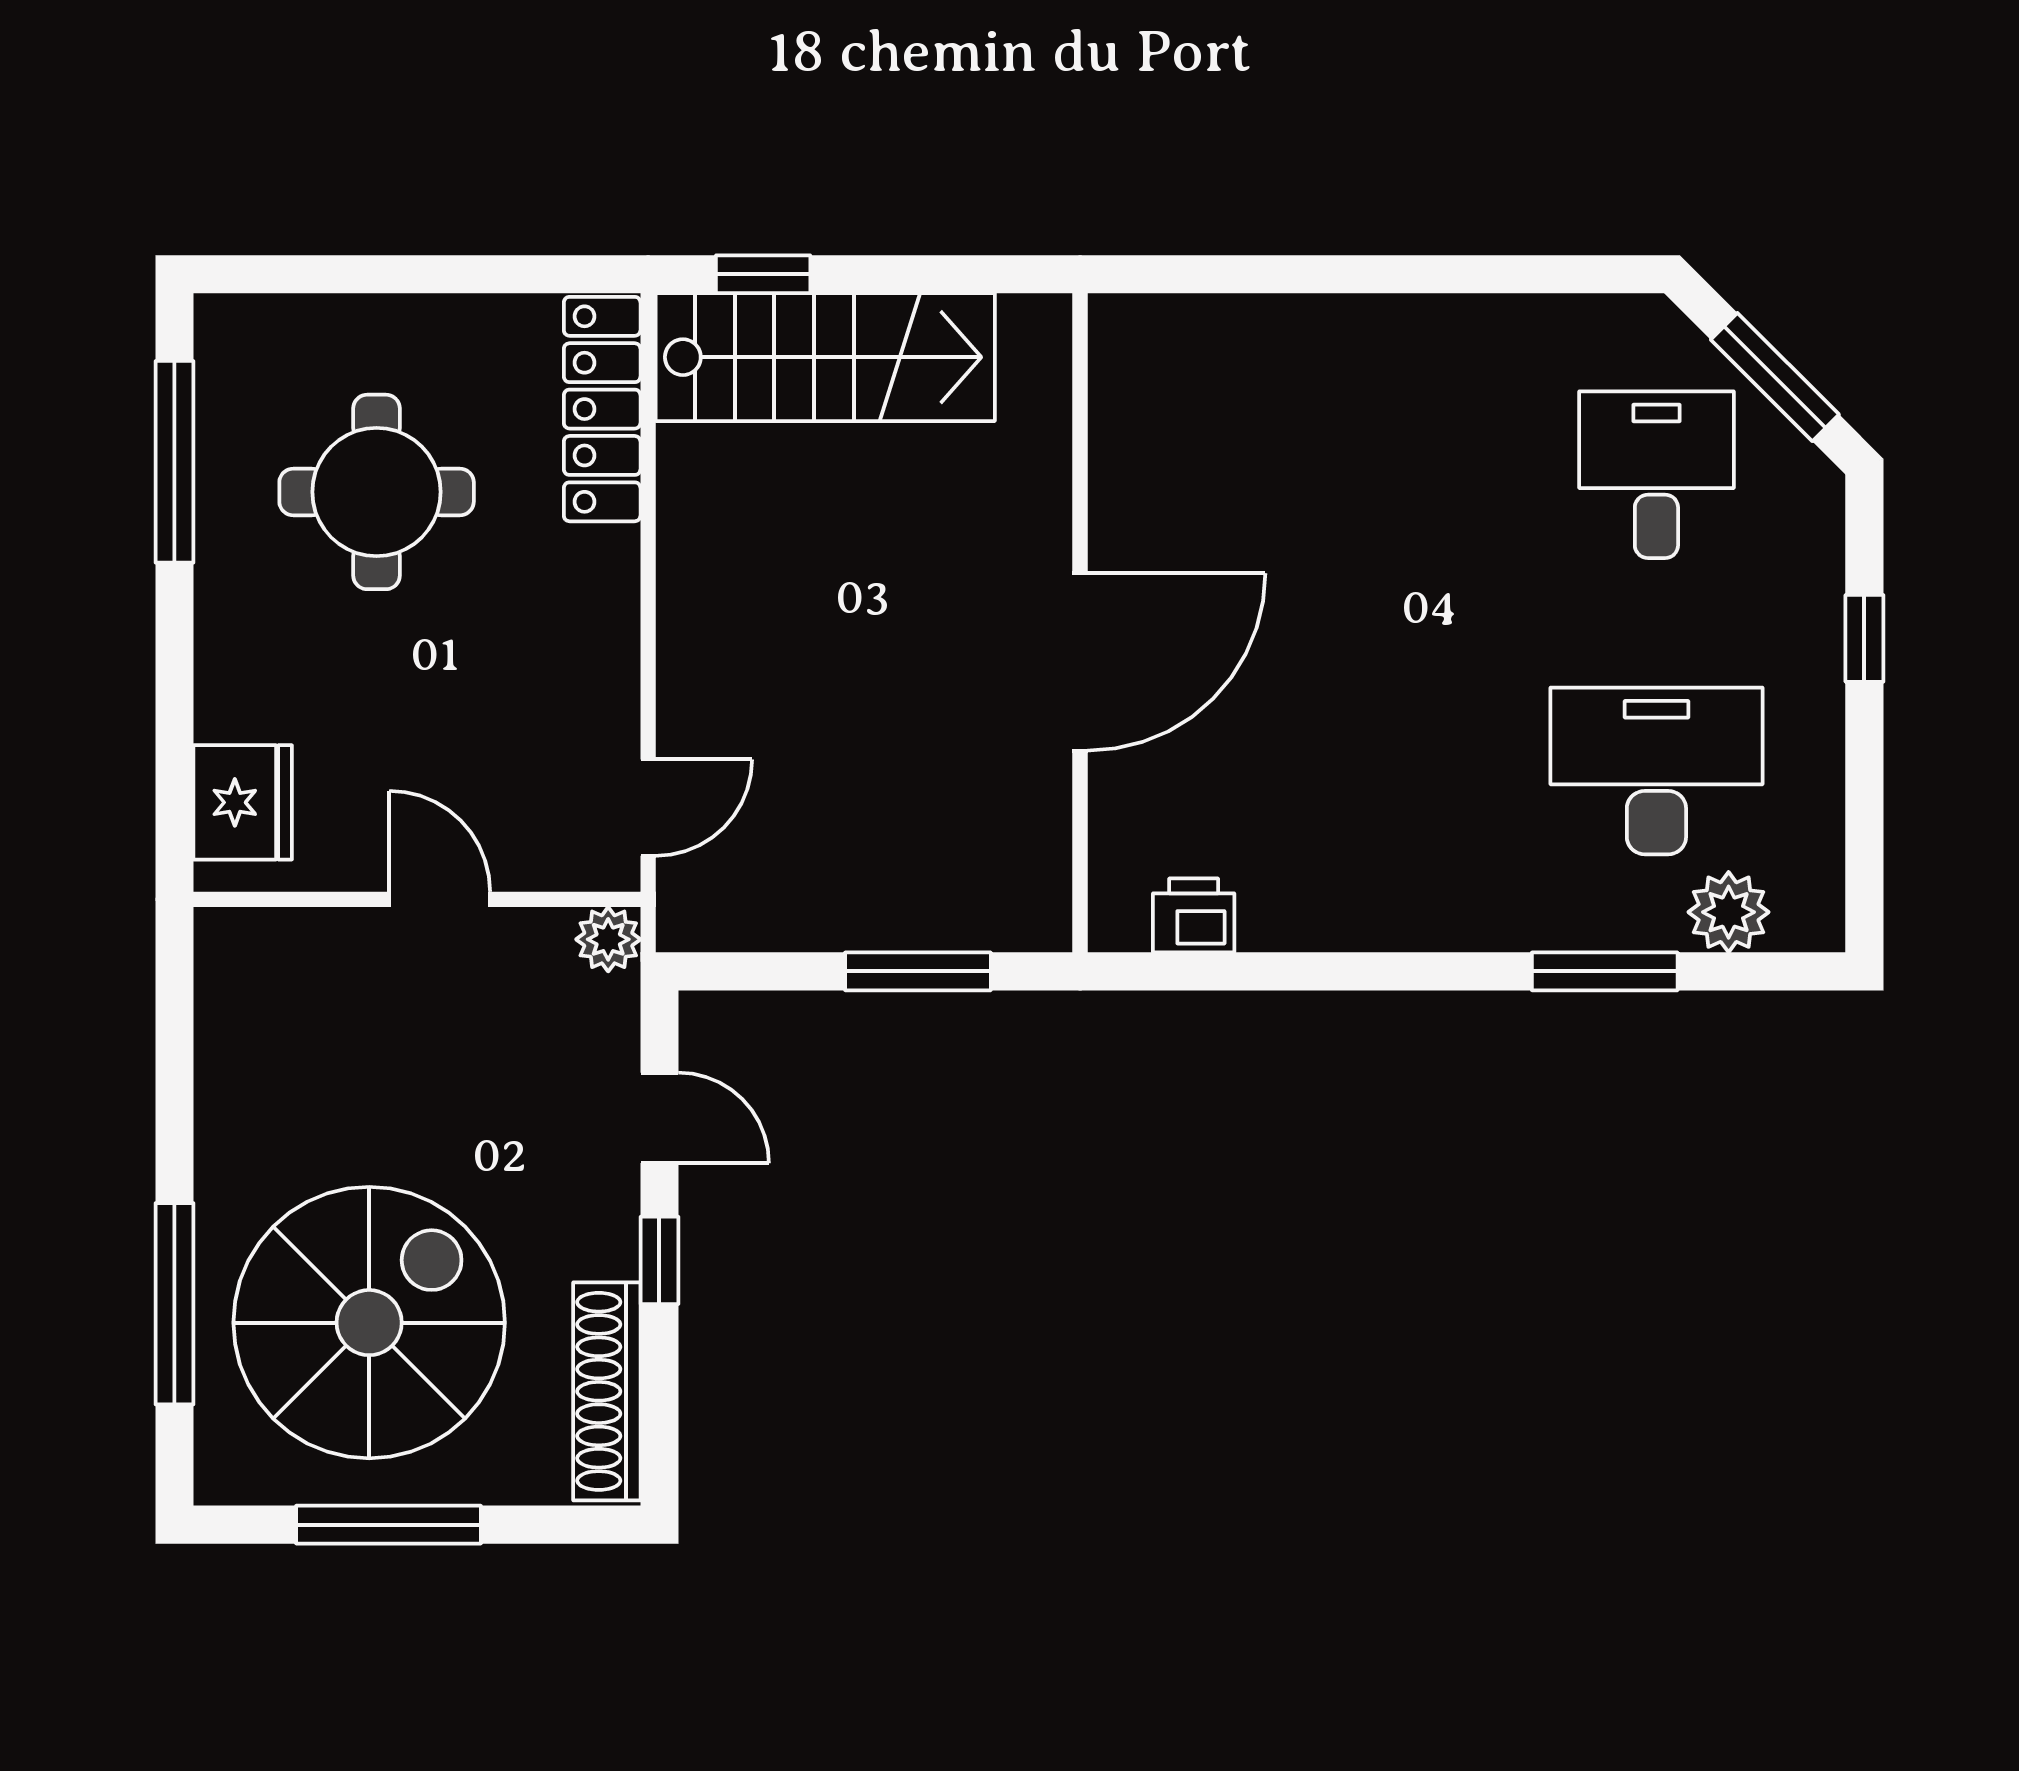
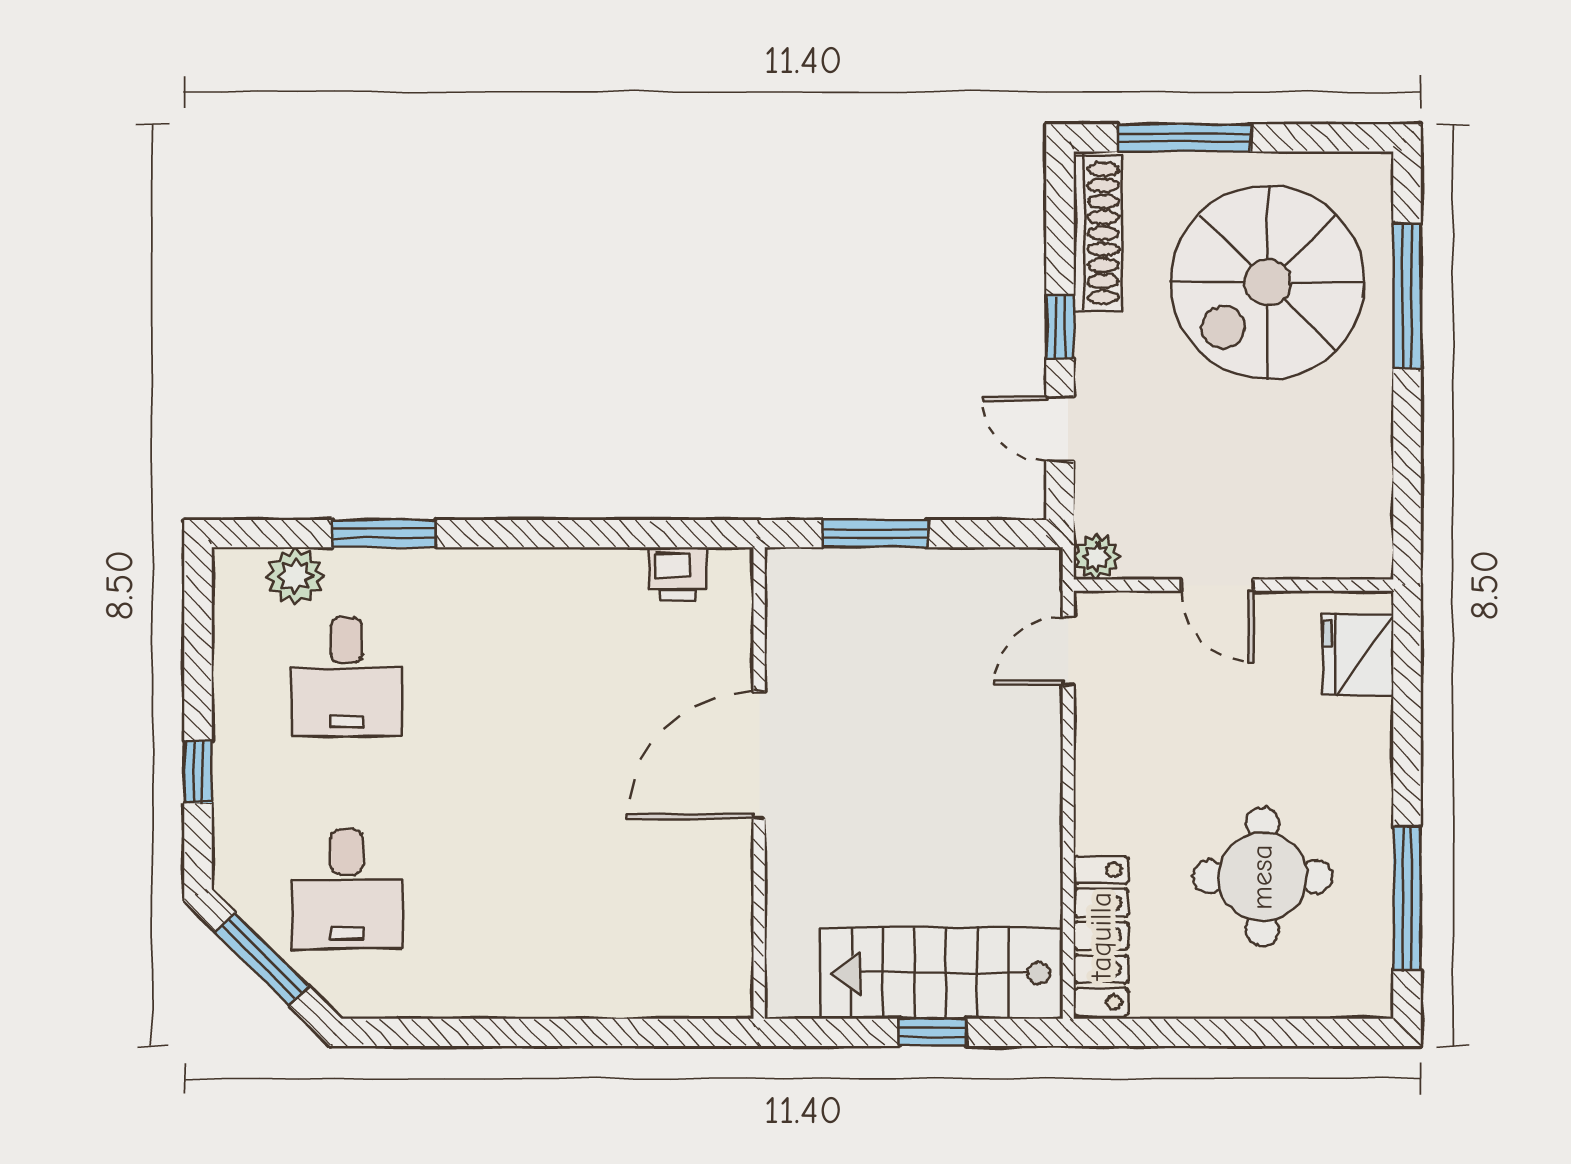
window: (763, 274) -> (933, 1032), moved
desk: (1656, 771) -> (347, 677), width x0.73
window: (388, 1525) -> (1184, 138), moved

